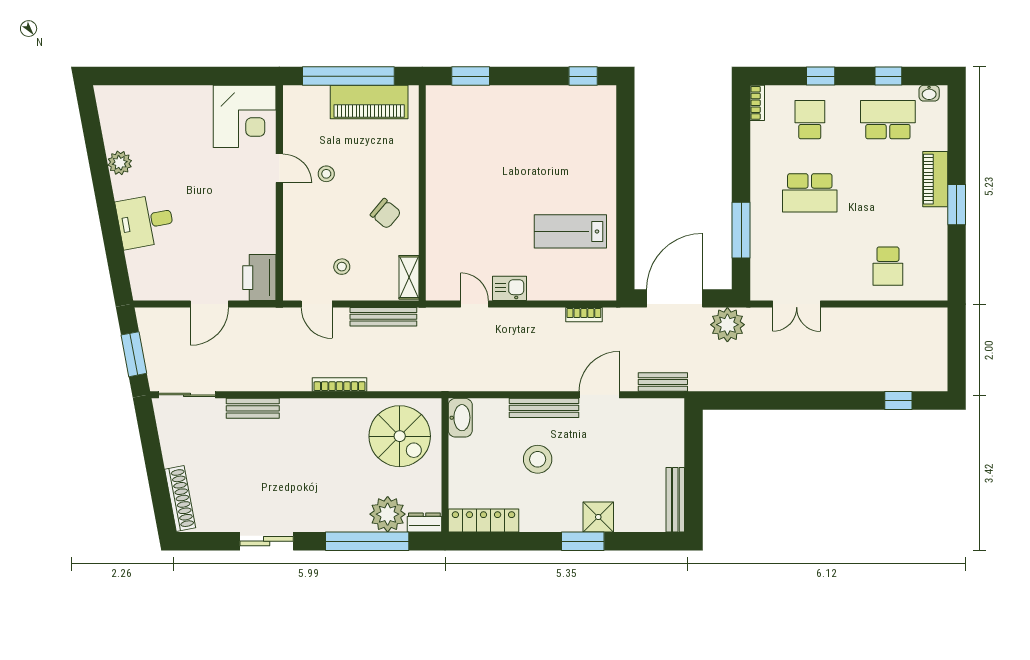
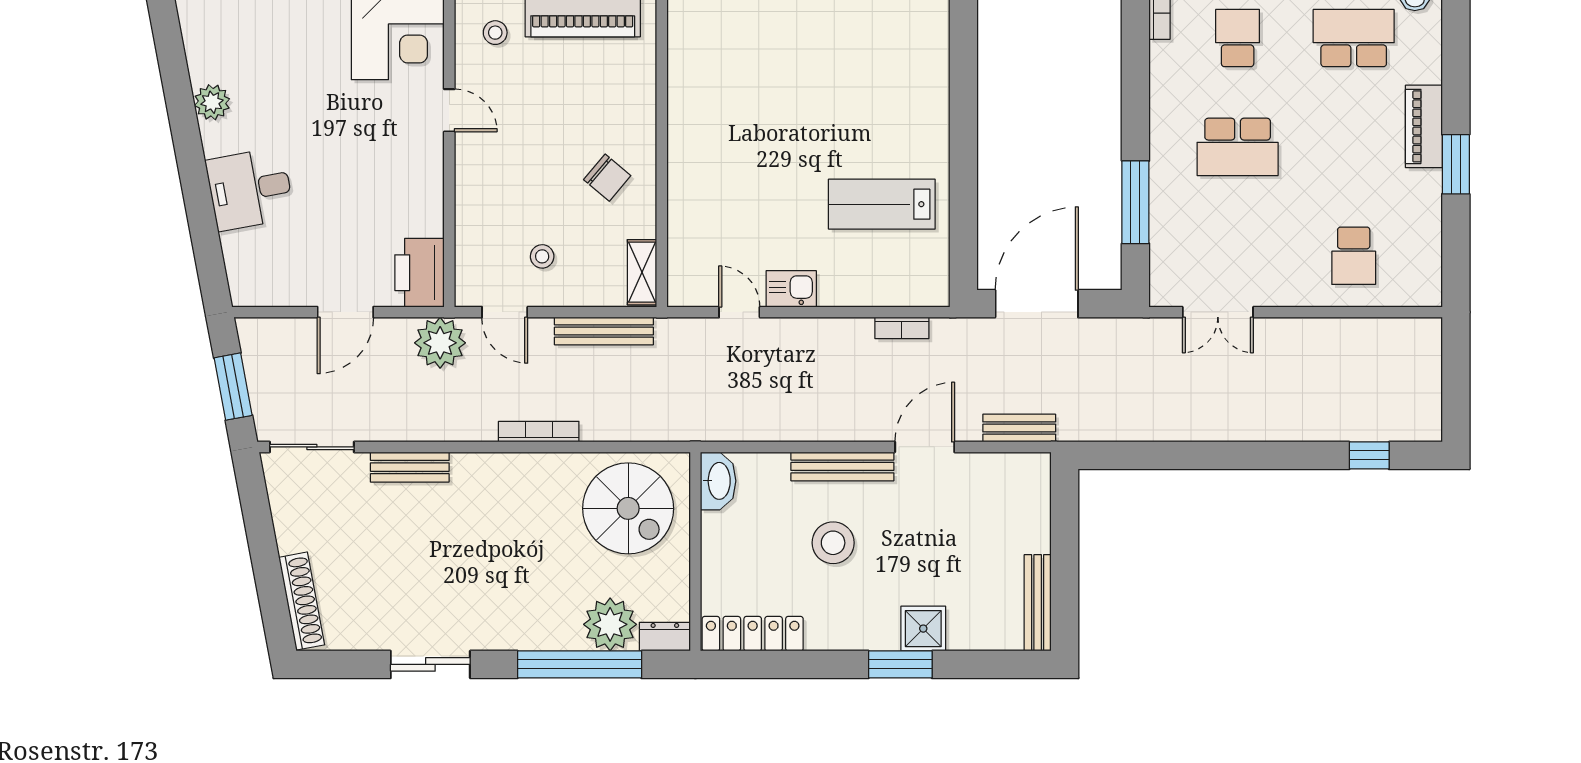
stool: (326, 174) -> (495, 33), moved
plant: (727, 325) -> (440, 343), moved

